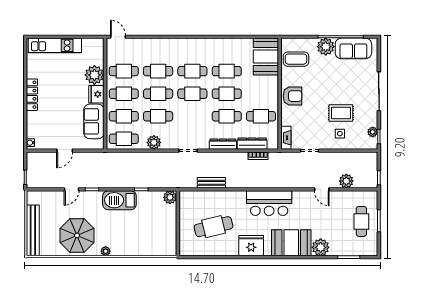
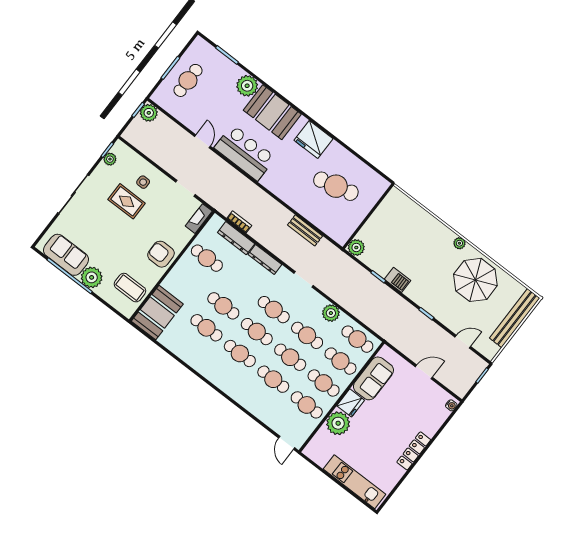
cafe table: (227, 116) -> (274, 310), moved
plant: (346, 181) -> (149, 113), moved
door: (72, 189) -> (463, 342), moved
barbecue: (119, 200) -> (398, 280), width x0.53, depth x0.65
bar counter: (269, 203) -> (245, 153), moved

